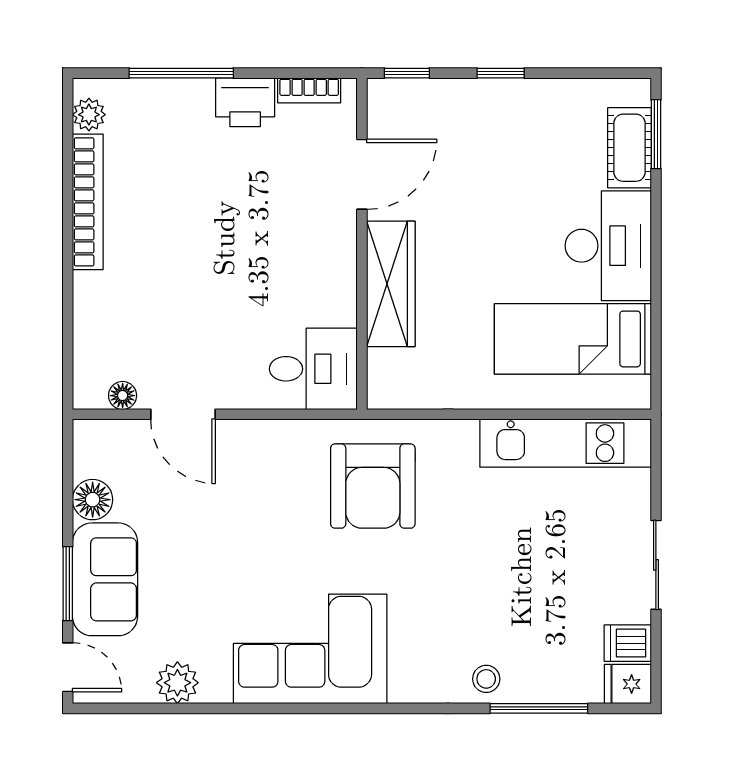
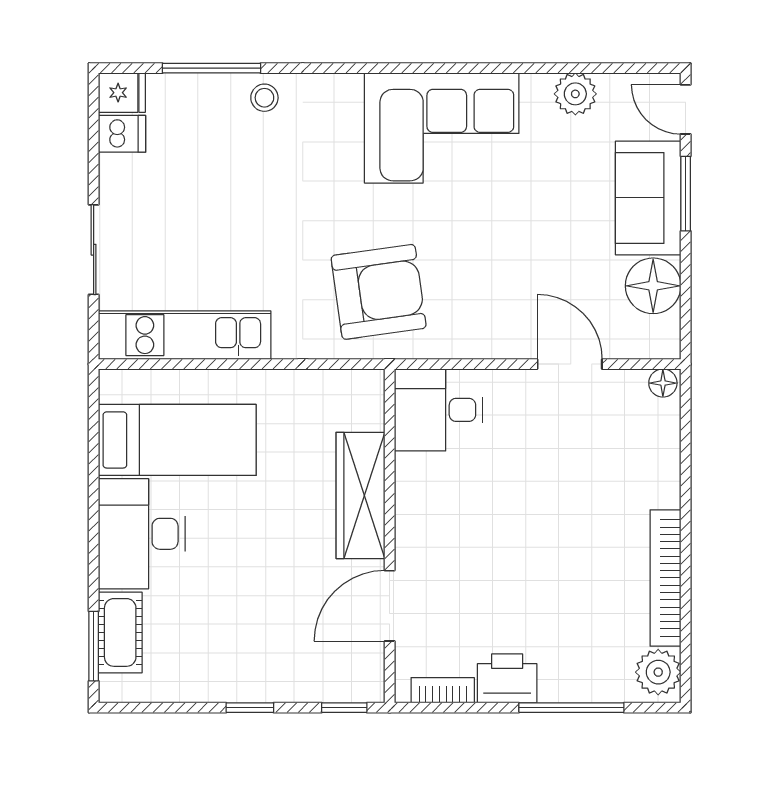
plant: (89, 115) -> (658, 672), width x1.38, depth x1.38
floor lamp: (123, 396) -> (663, 383), moved
armchair: (373, 486) -> (379, 292), turned 82
floor lamp: (93, 500) -> (653, 286), width x1.38, depth x1.38
sliding door: (656, 565) -> (94, 250), moved

